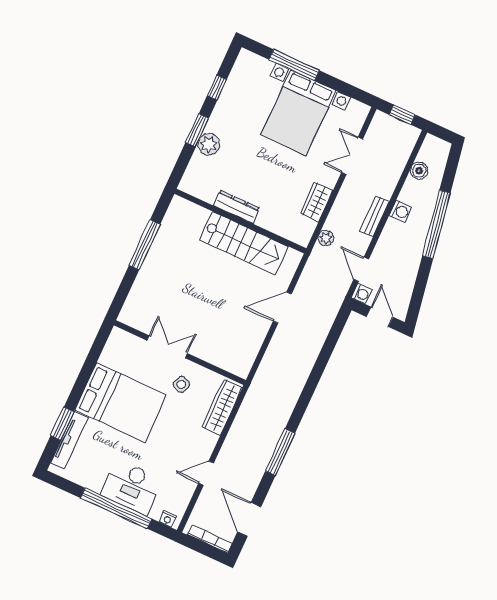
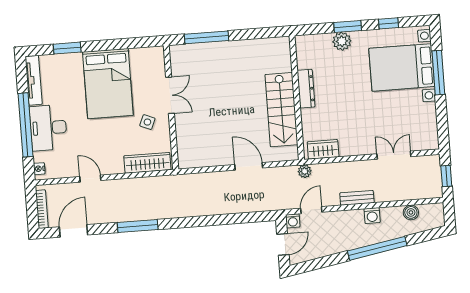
bed with nightstands: (298, 113) -> (402, 67), moved
wardrobe: (317, 202) -> (323, 149), moved
plant: (326, 238) -> (305, 171), moved
window: (145, 245) -> (206, 37), moved
tv unit: (69, 440) -> (34, 80), moved, turned -90

